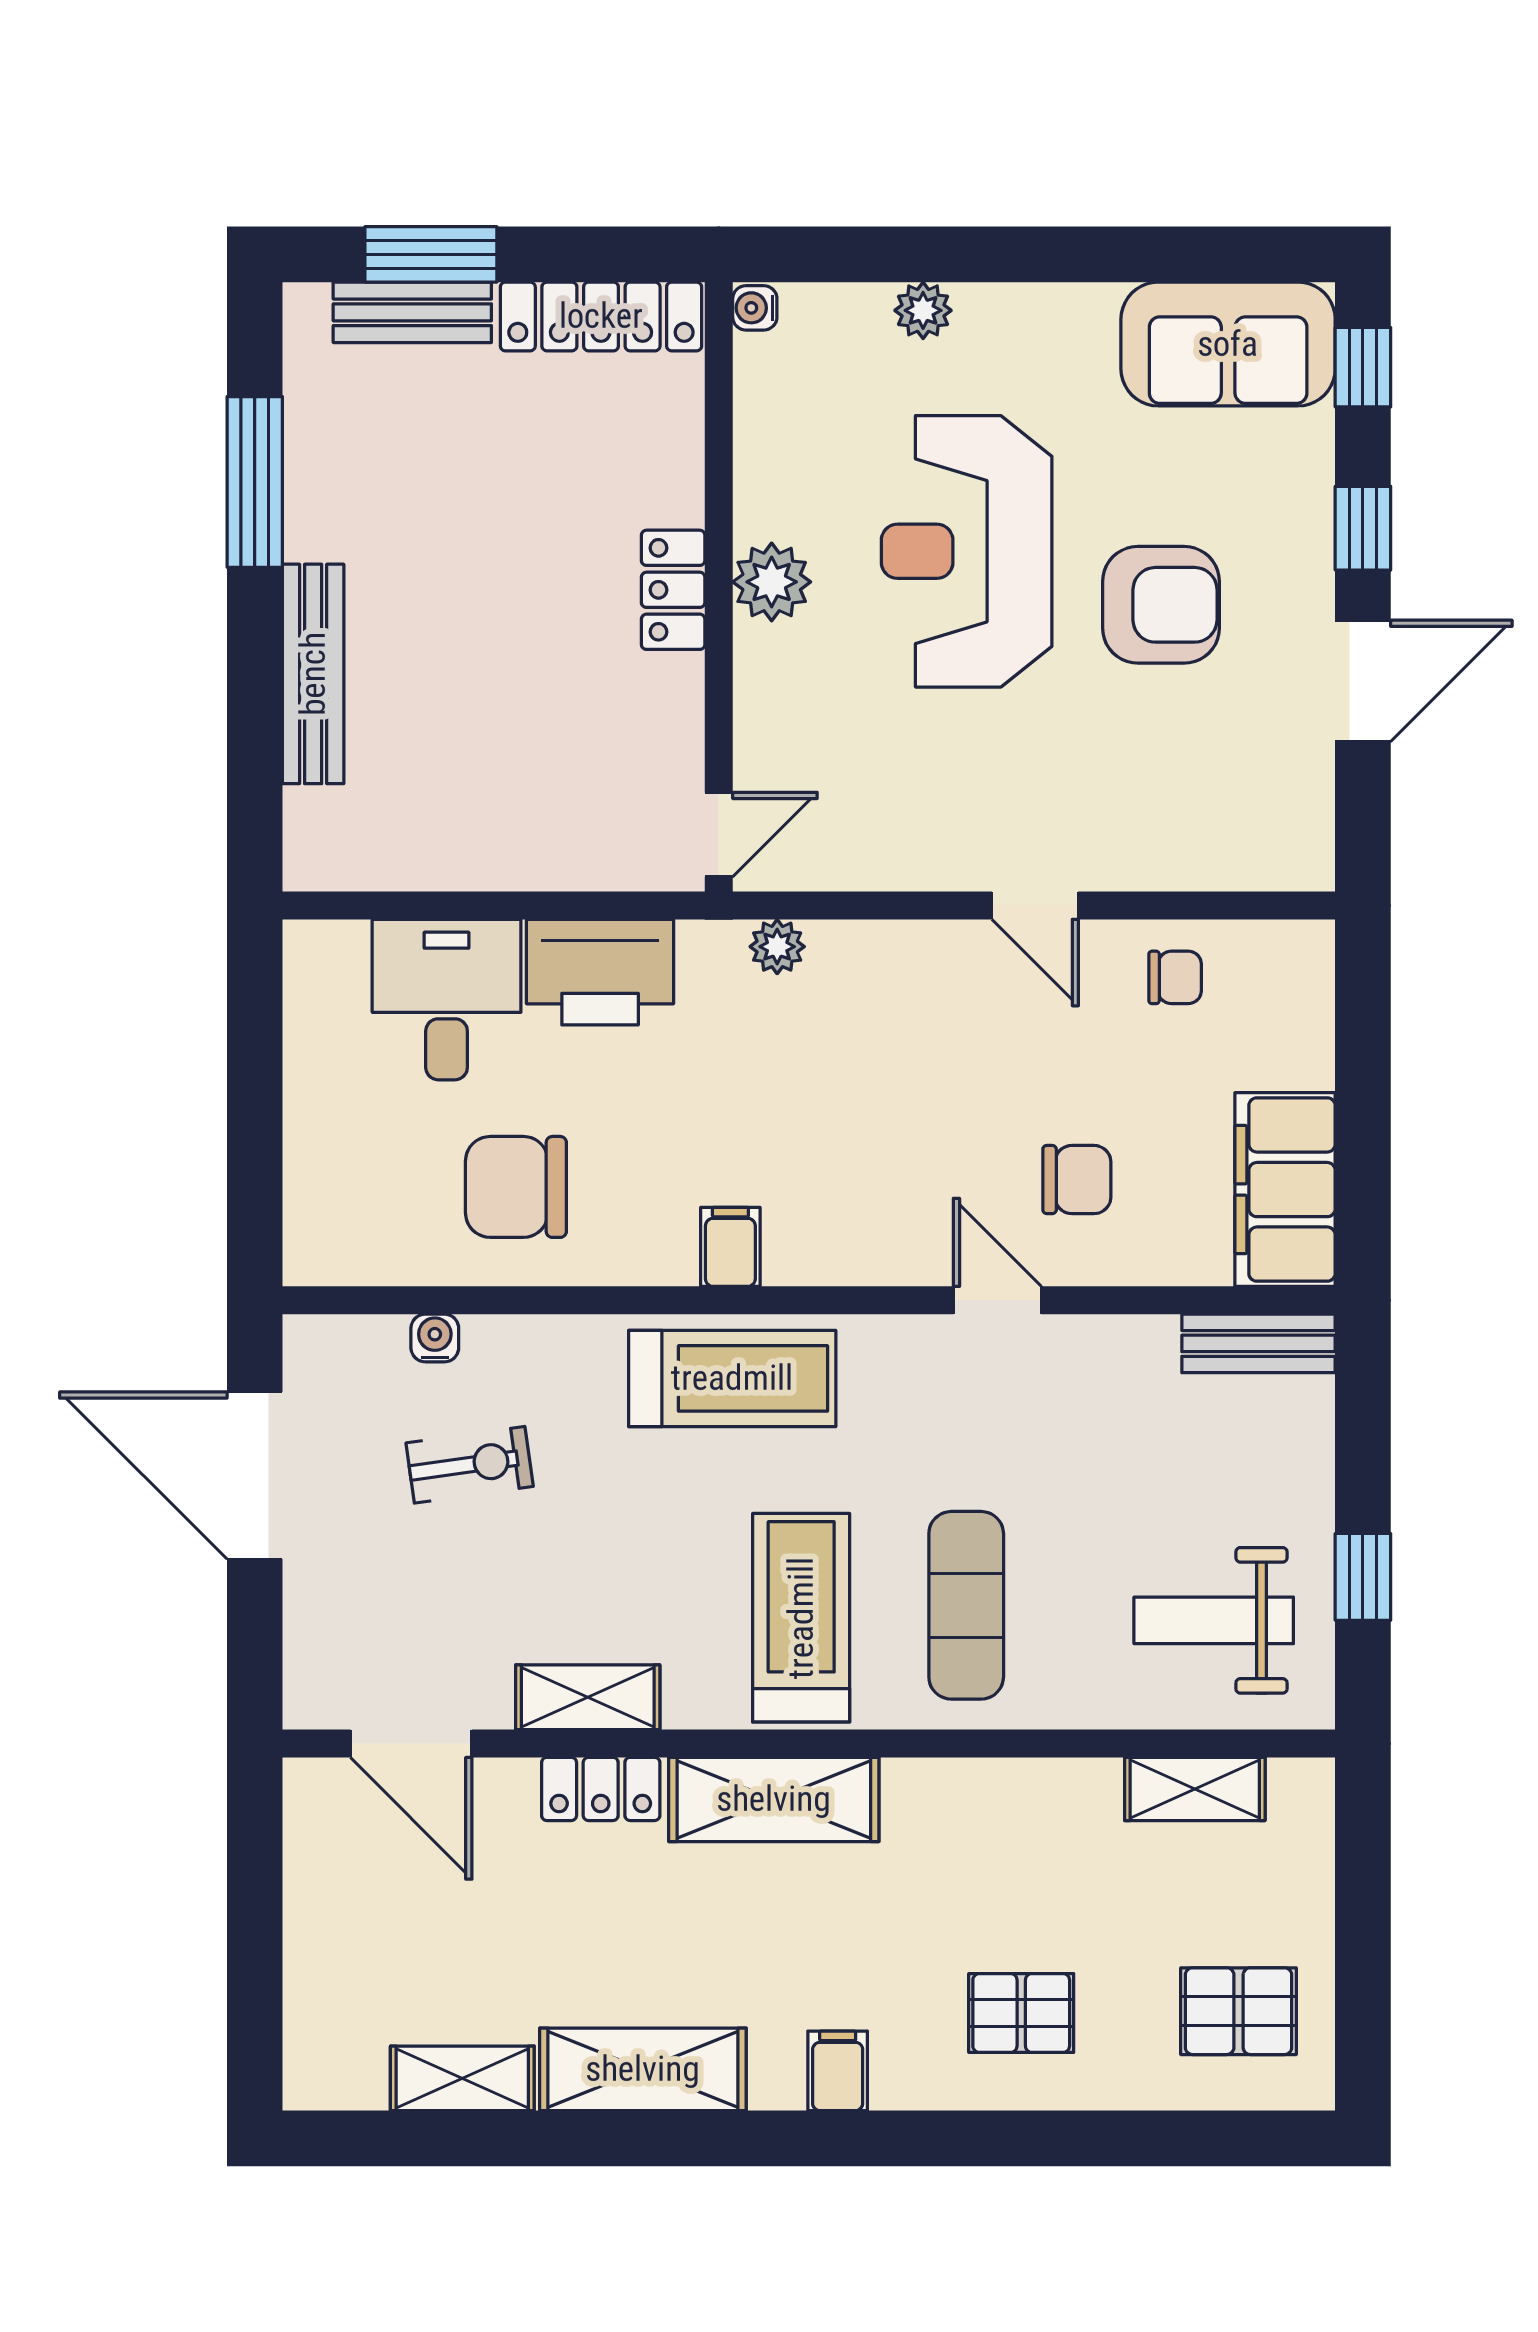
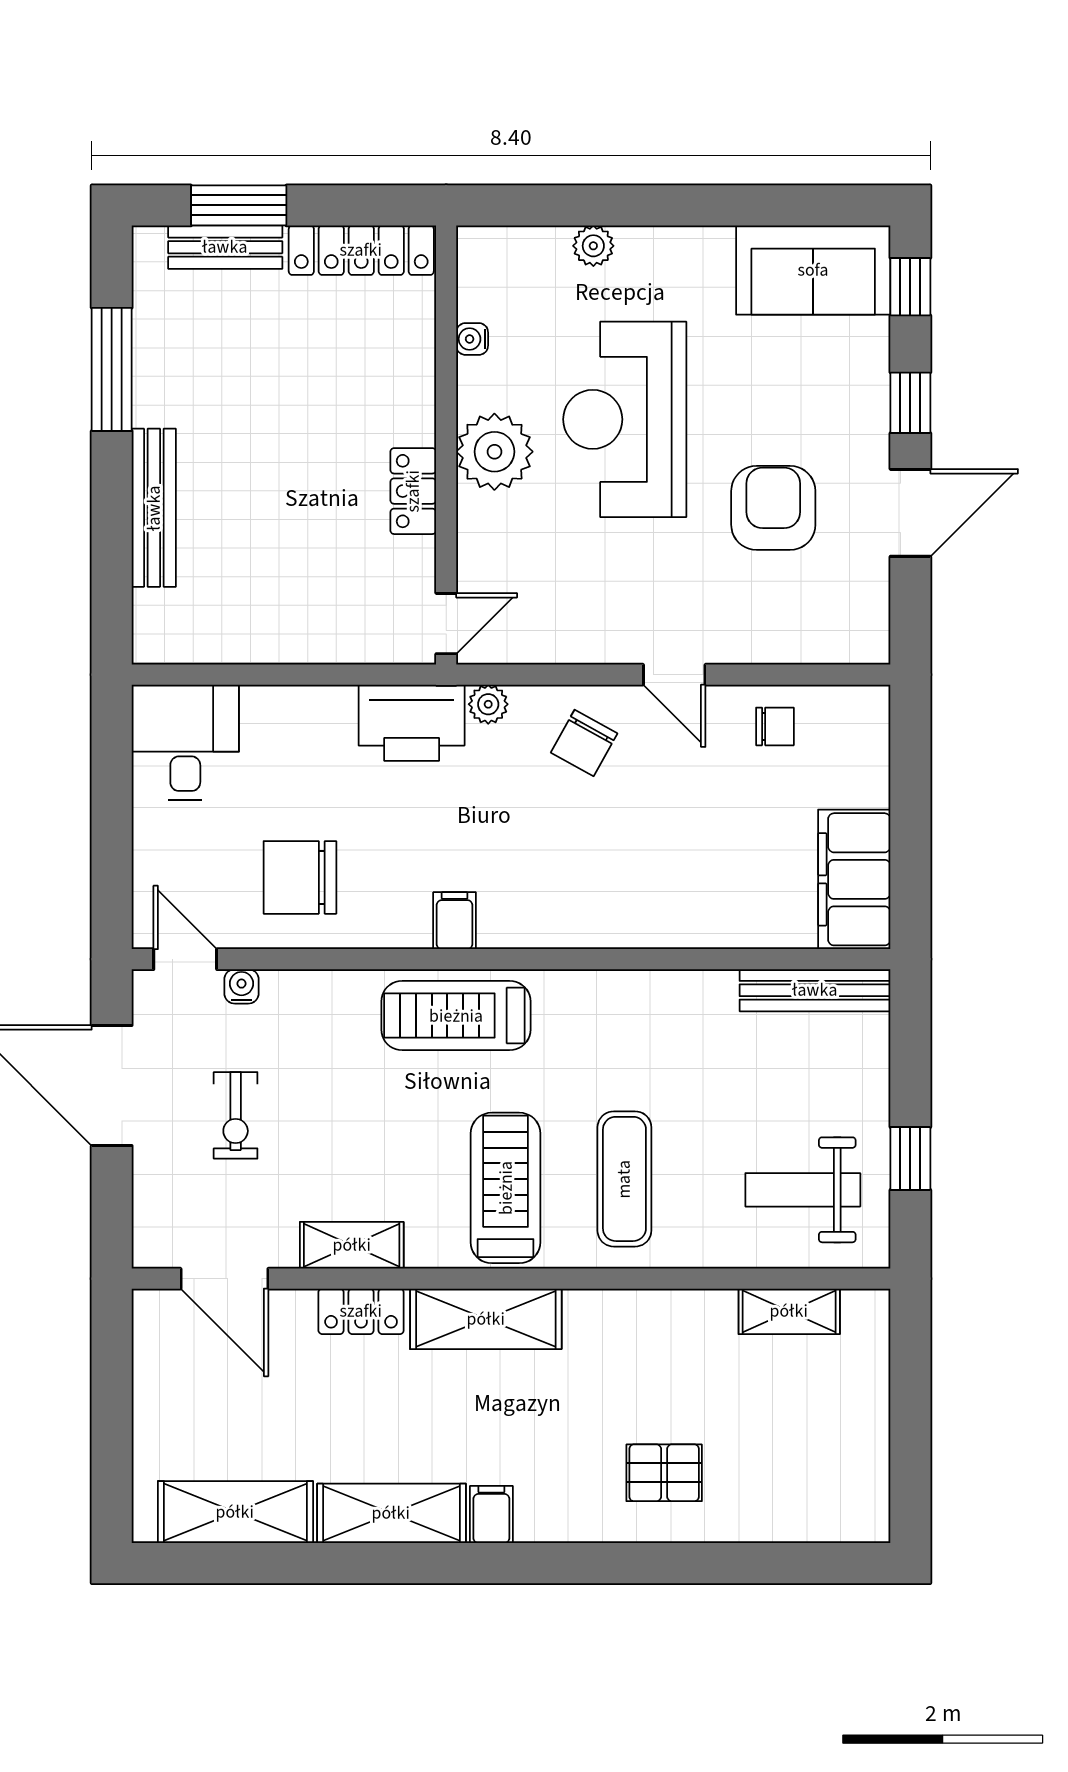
water cooler: (755, 308) -> (472, 339), moved
plant: (772, 582) -> (494, 452), width x1.36, depth x1.36
locker: (673, 590) -> (413, 491), moved
armchair: (1161, 605) -> (773, 508), moved, turned -90
printer: (600, 972) -> (412, 723), moved
desk: (447, 1000) -> (185, 742), moved
chair: (1077, 1180) -> (584, 743), moved, turned 119
door: (997, 1300) -> (185, 959), moved
bench: (1259, 1343) -> (815, 990), width x1.36
treadmill: (732, 1378) -> (456, 1016), turned 180
exercise bike: (470, 1465) -> (236, 1115), moved, turned 98
pallet: (1239, 2011) -> (821, 1471), removed
filing cabinet: (838, 2071) -> (491, 1515), moved
shelving: (462, 2078) -> (235, 1512), width x1.50, depth x1.33

